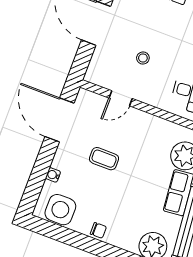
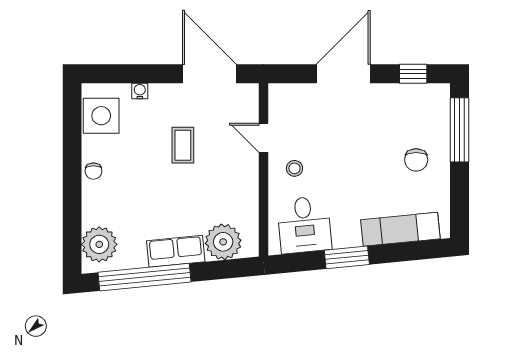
stool: (143, 58) -> (294, 168), moved
door: (60, 120) -> (209, 74), hinge flipped

